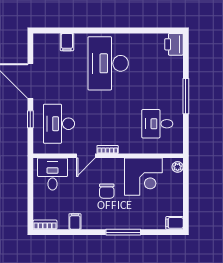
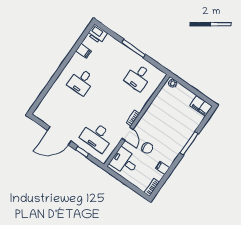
filing cabinet: (67, 42) -> (84, 51), moved
desk: (108, 63) -> (81, 82), width x0.53, depth x0.77
corner desk: (143, 177) -> (164, 108), removed
chair: (107, 191) -> (147, 148), moved
filing cabinet: (174, 223) -> (201, 106), width x2.00

